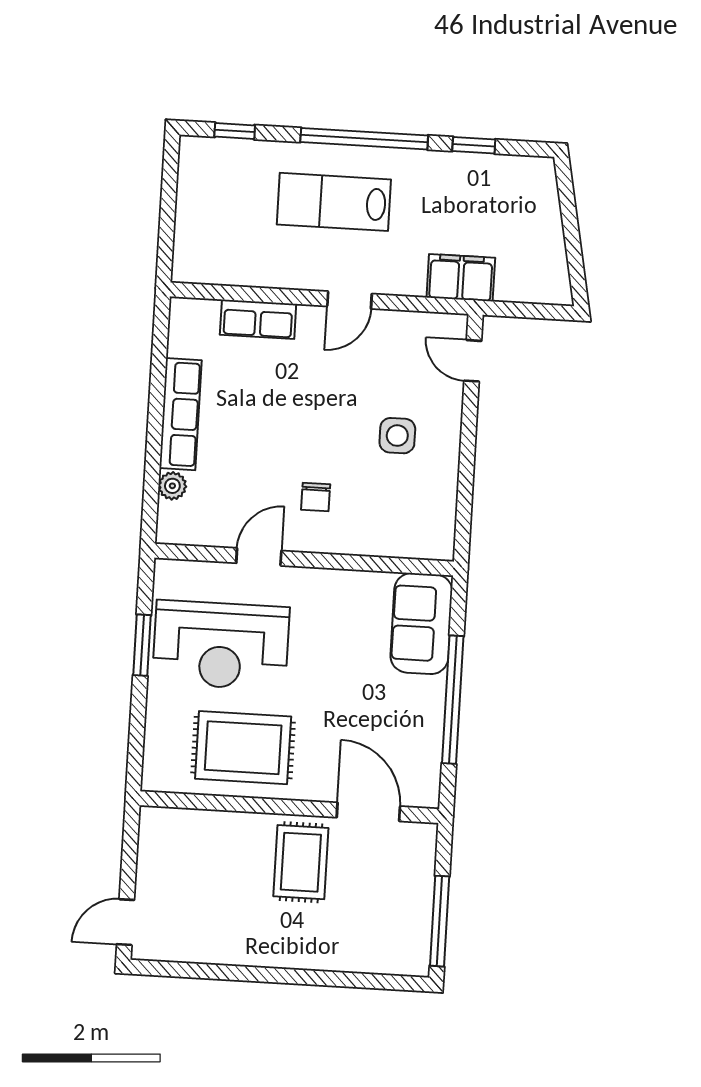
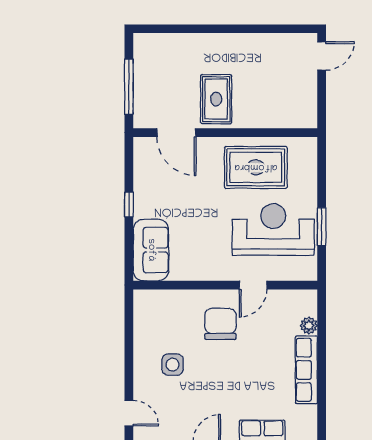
chair: (316, 497) -> (220, 324), width x1.87, depth x1.87
window: (453, 700) -> (129, 205), width x0.32
window: (440, 921) -> (129, 87), moved

